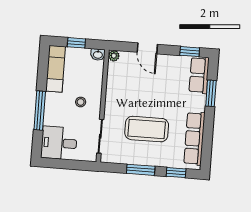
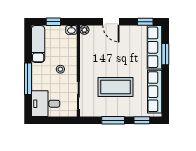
row of seats: (199, 75) -> (154, 47), width x1.48

